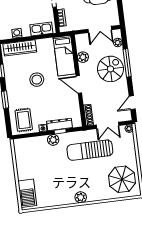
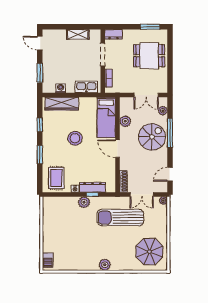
barbecue: (27, 193) -> (48, 260), width x0.53, depth x0.65

